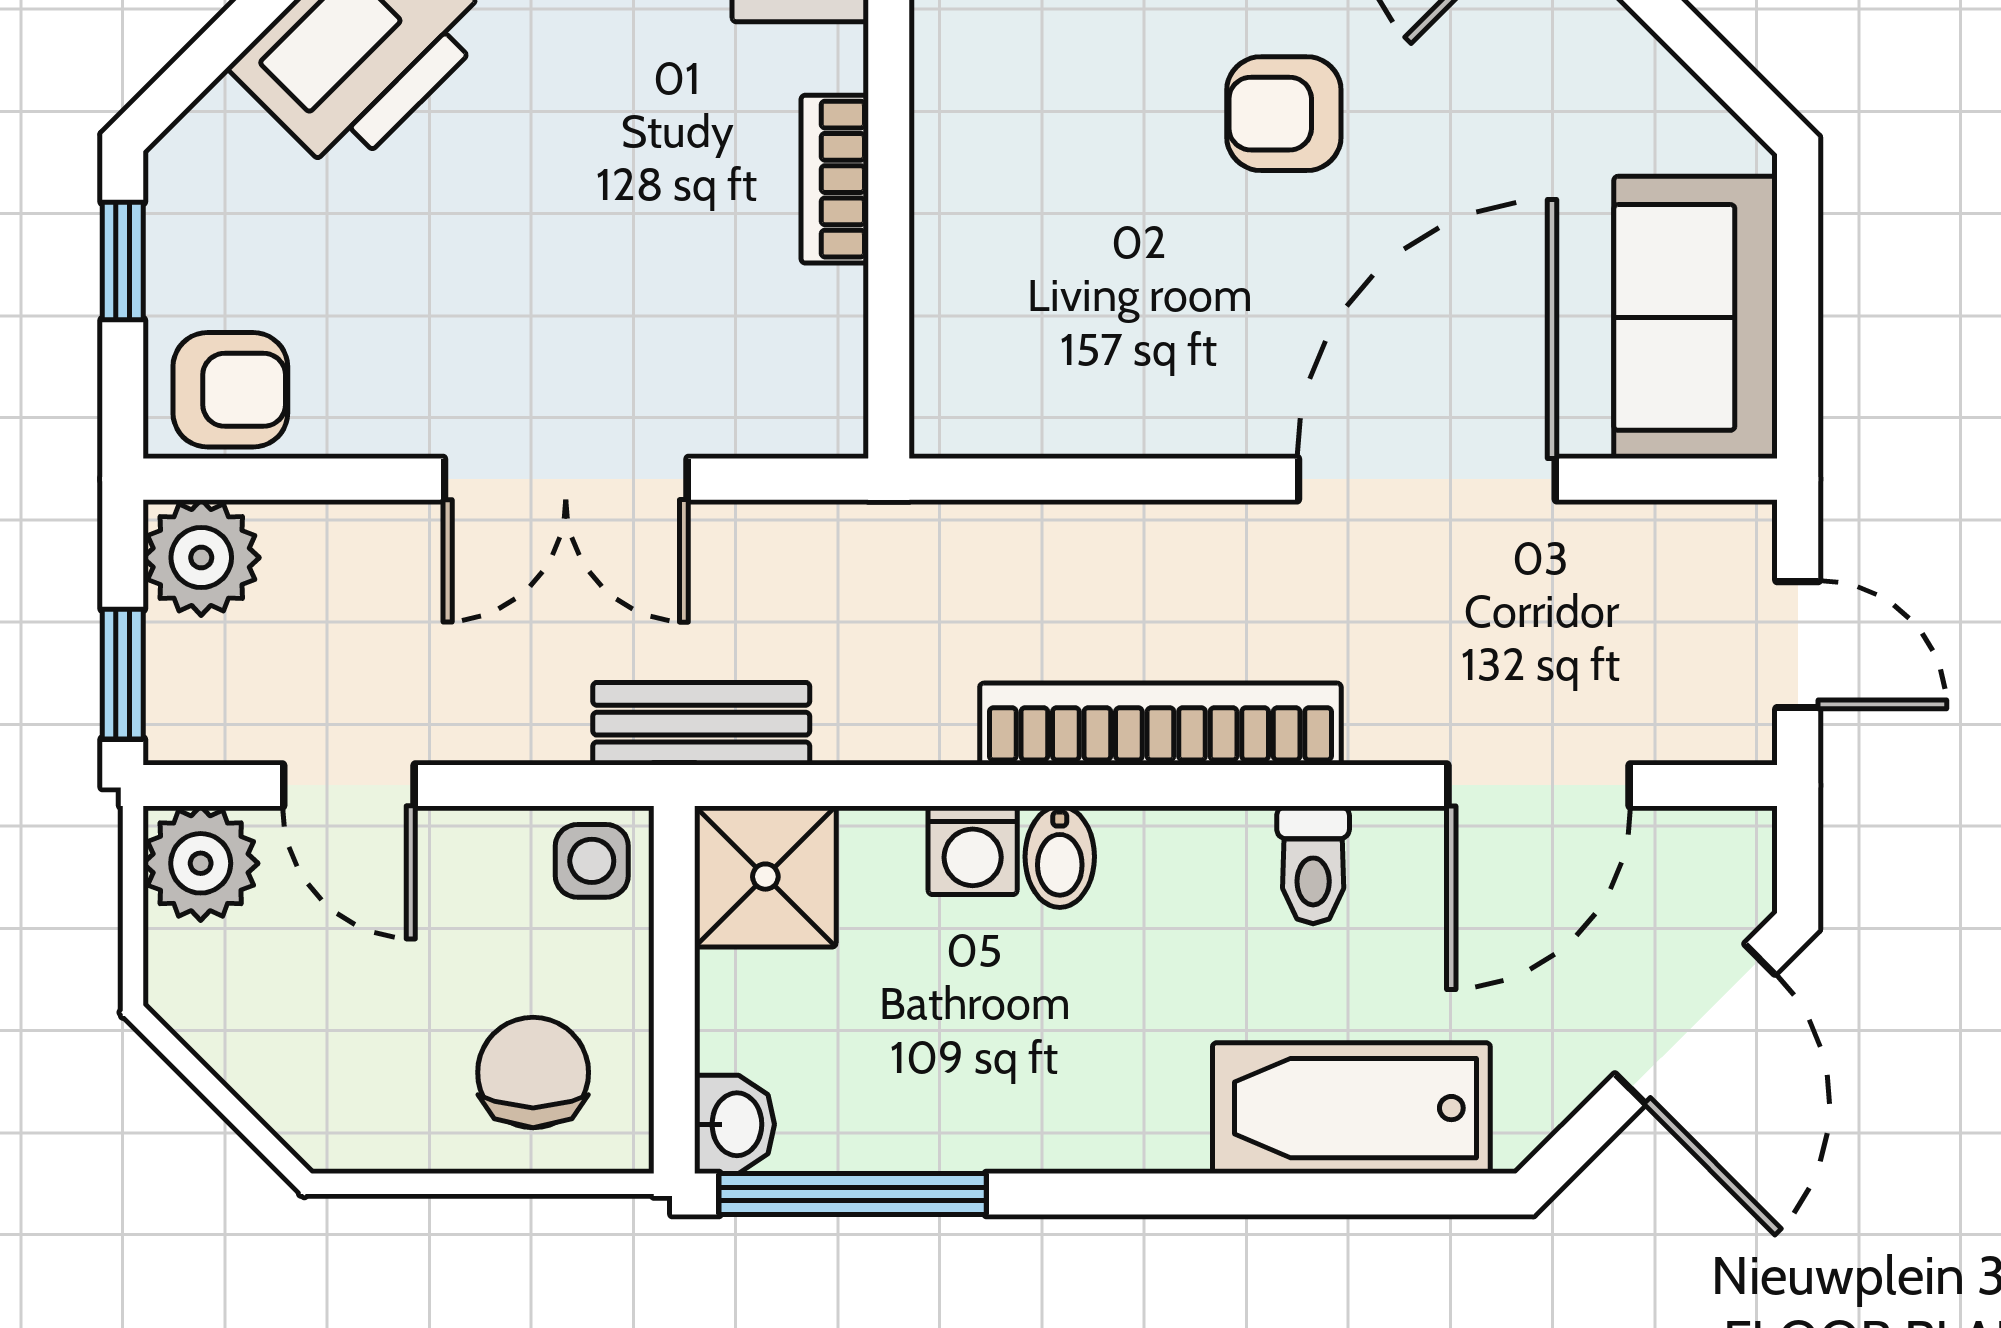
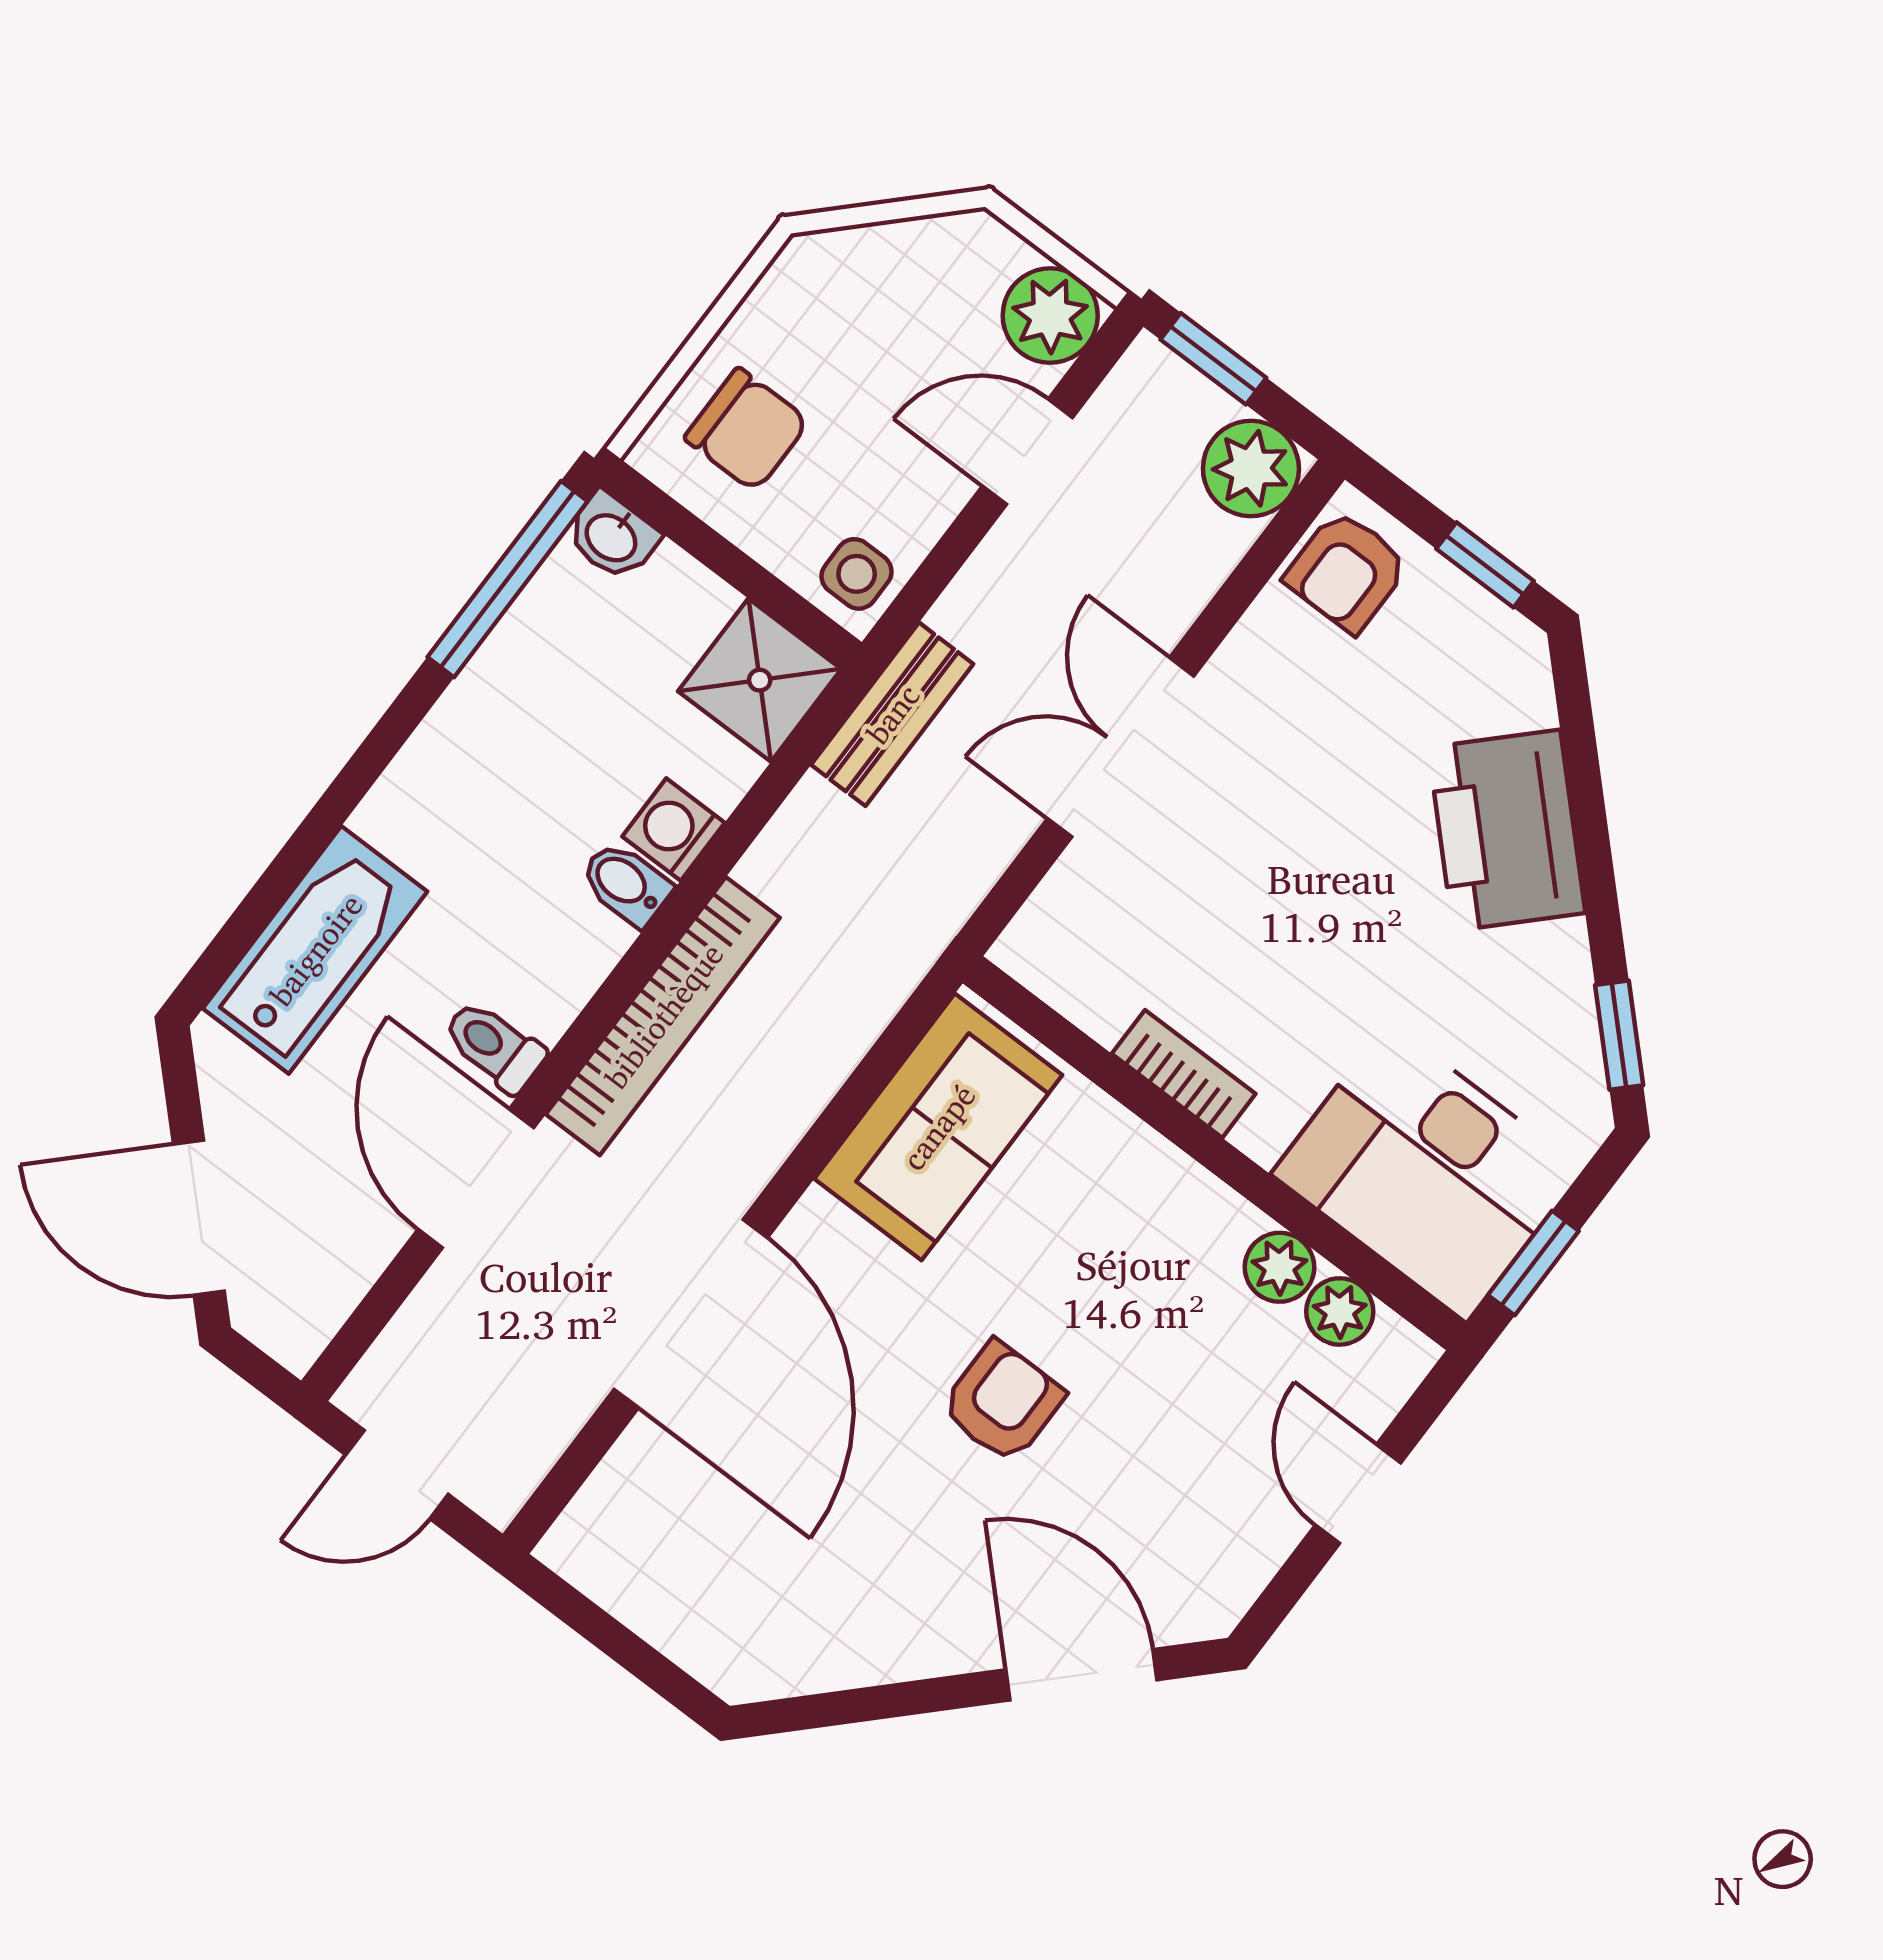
sofa: (1696, 317) -> (938, 1127), moved, turned 90
door: (1538, 785) -> (476, 1179), moved

